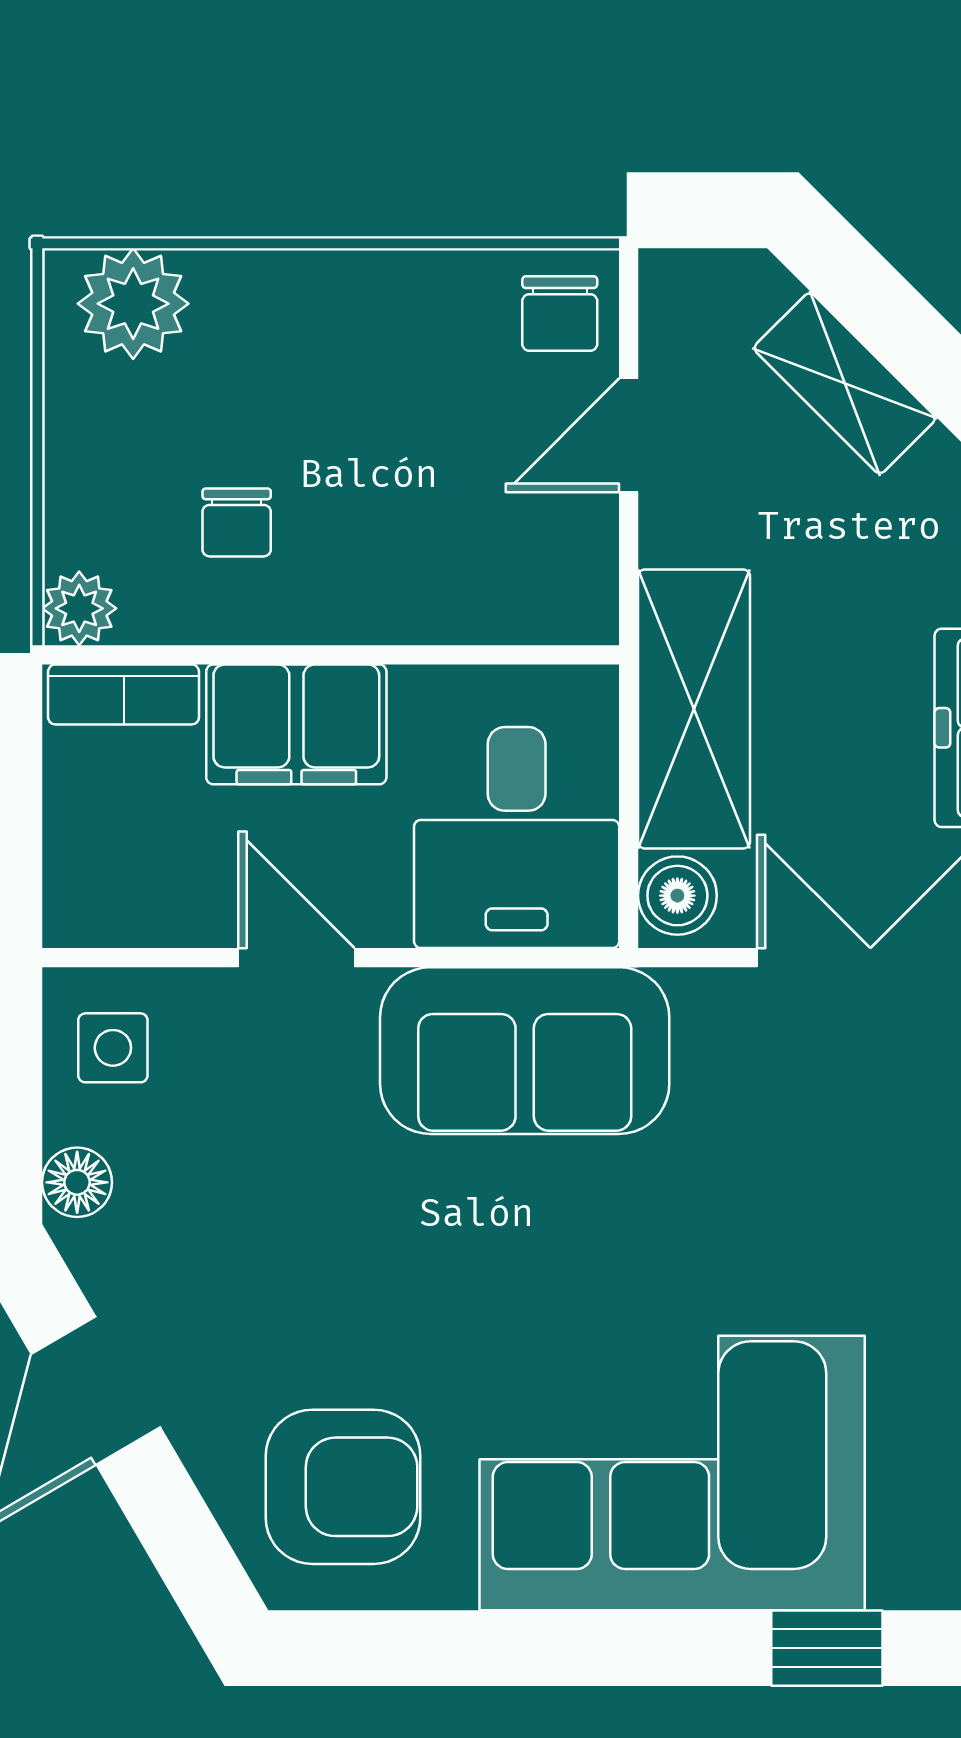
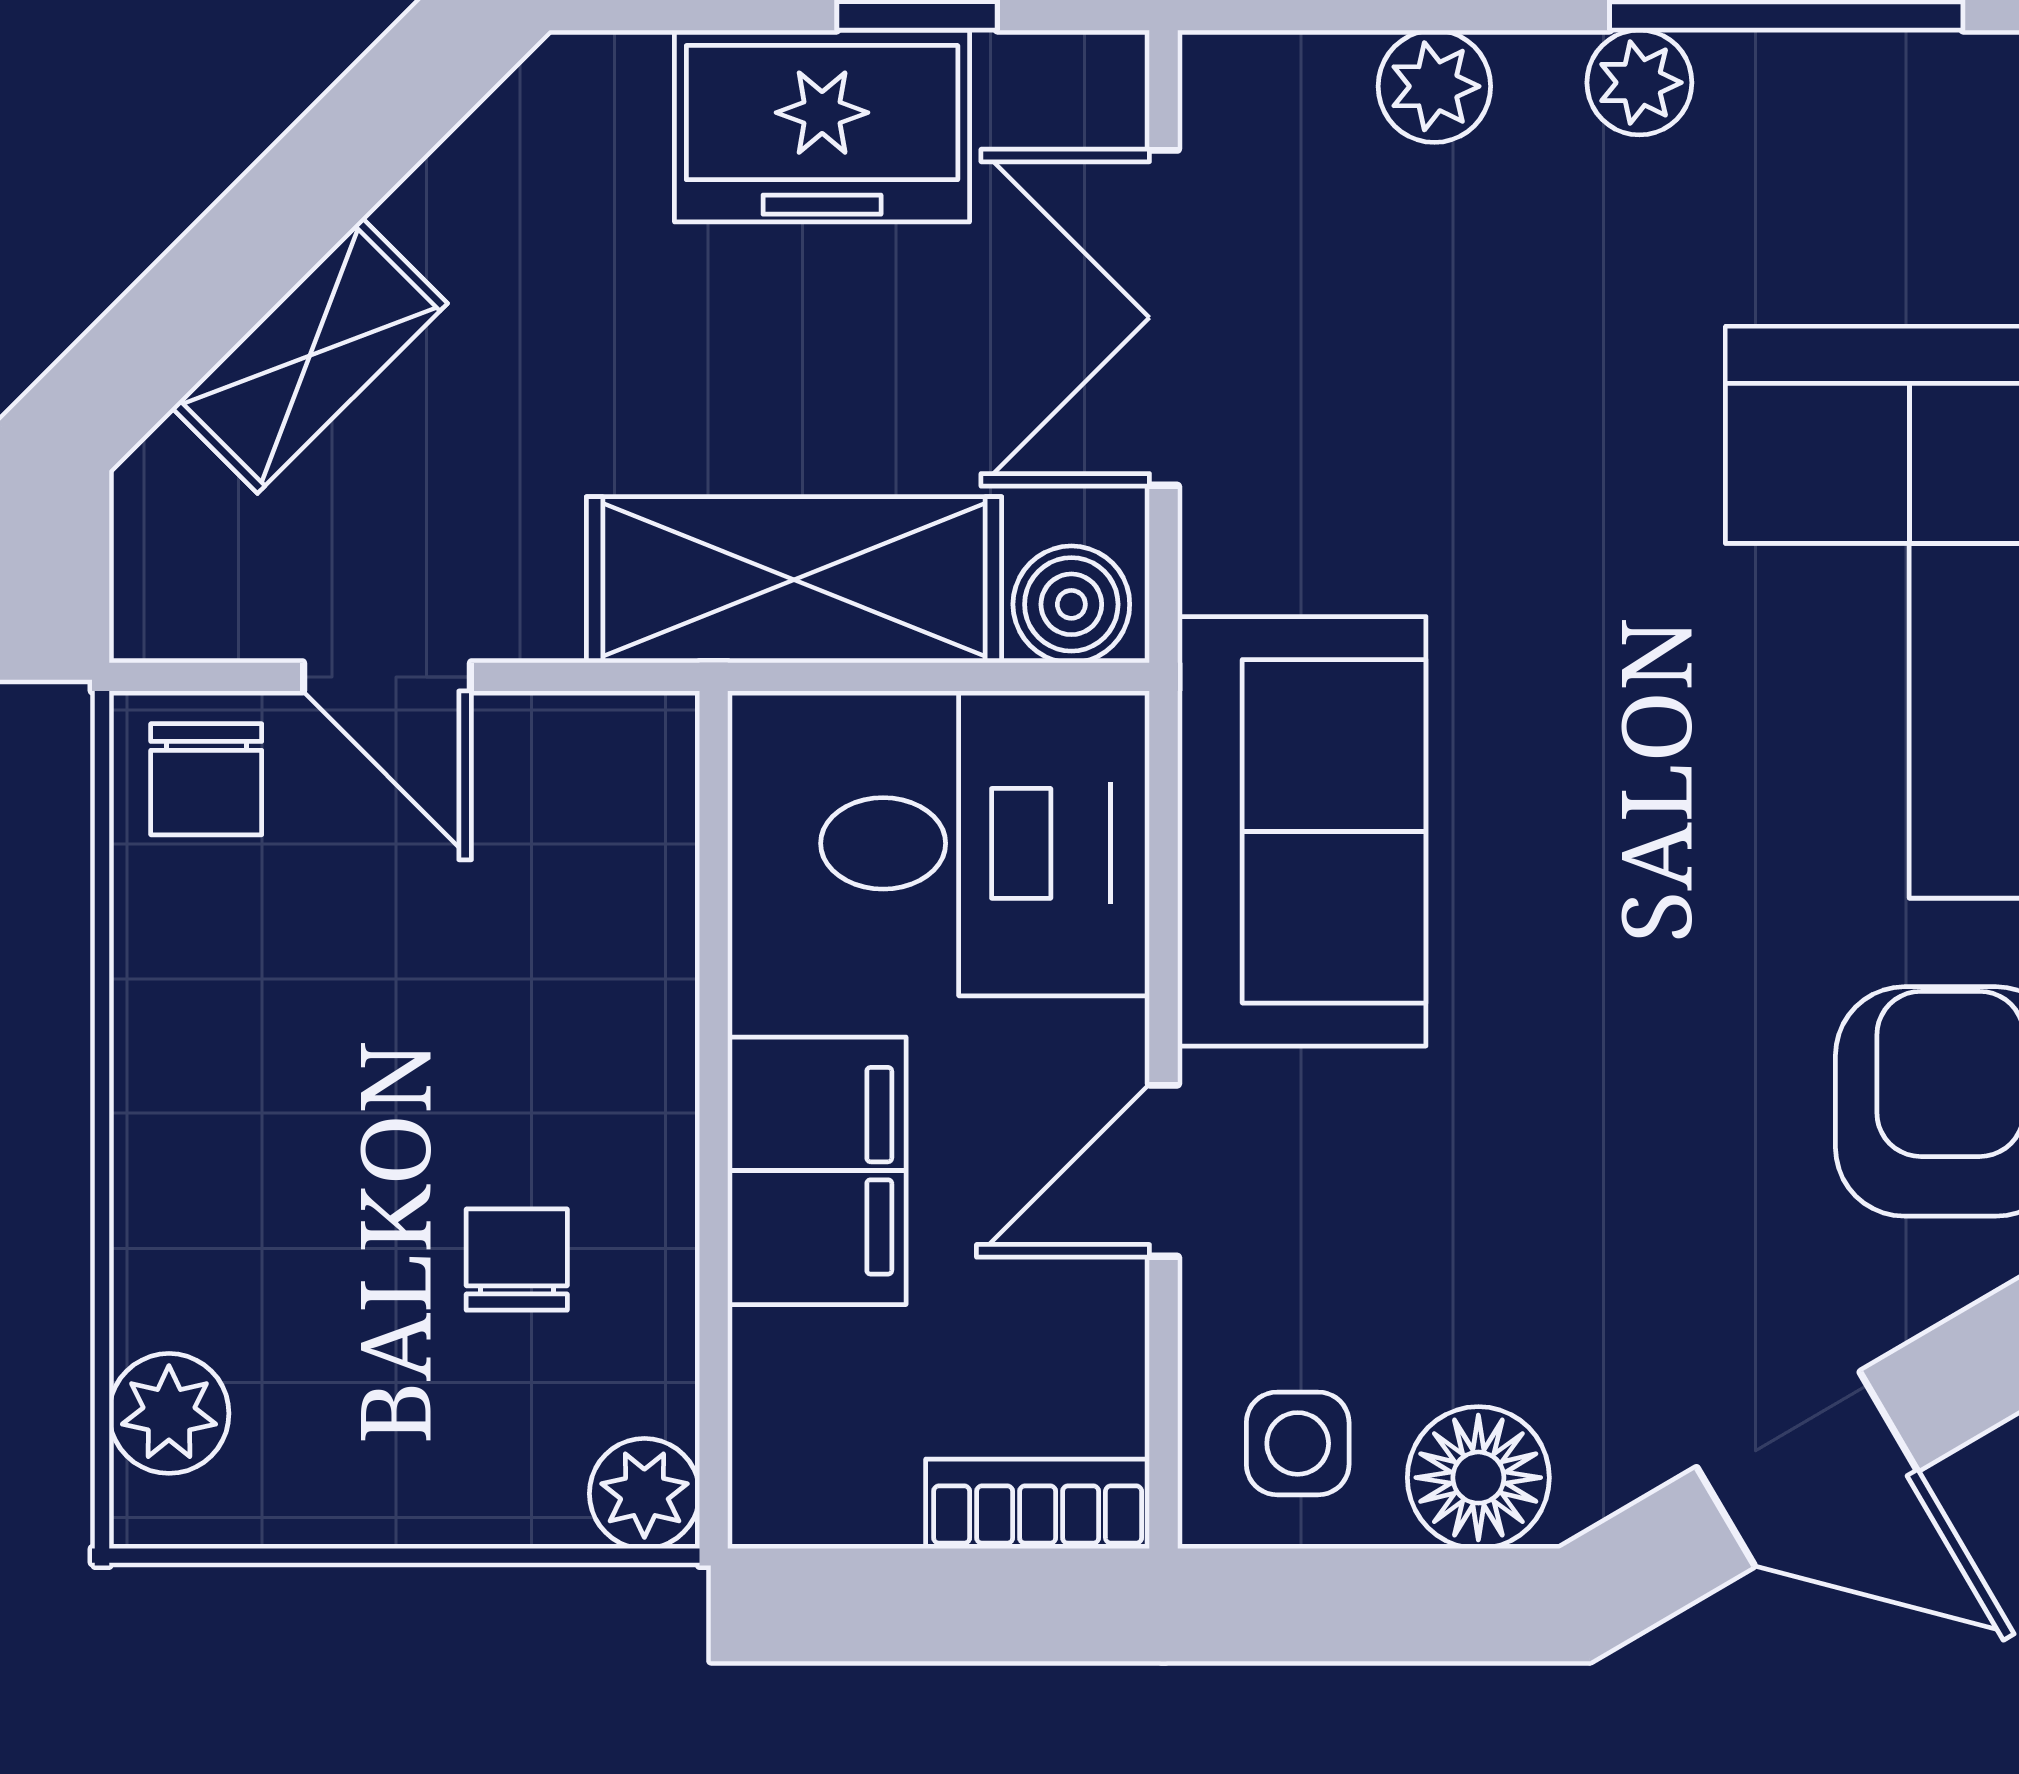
plant: (133, 304) -> (169, 1413), width x0.73, depth x0.73
chair: (560, 314) -> (206, 779), turned 90
chair: (237, 522) -> (517, 1260), turned -90
bookcase: (124, 694) -> (1038, 1504), moved, turned -90
floor lamp: (77, 1182) -> (1478, 1478), width x1.37, depth x1.37

